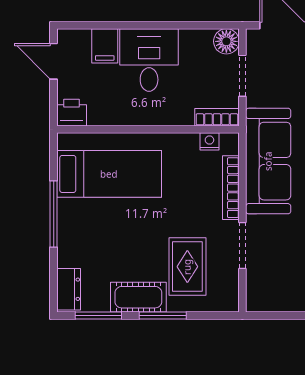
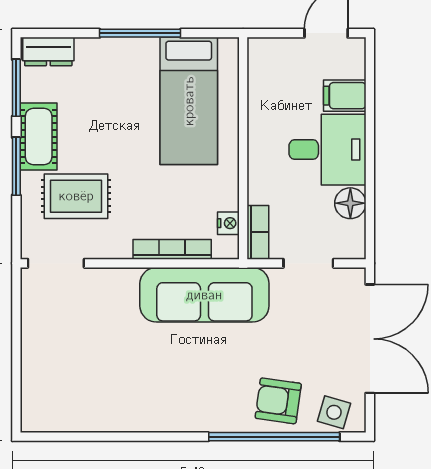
floor lamp: (226, 41) -> (350, 203), moved
printer: (72, 113) -> (263, 55), removed
doorway: (242, 245) -> (56, 263), moved

